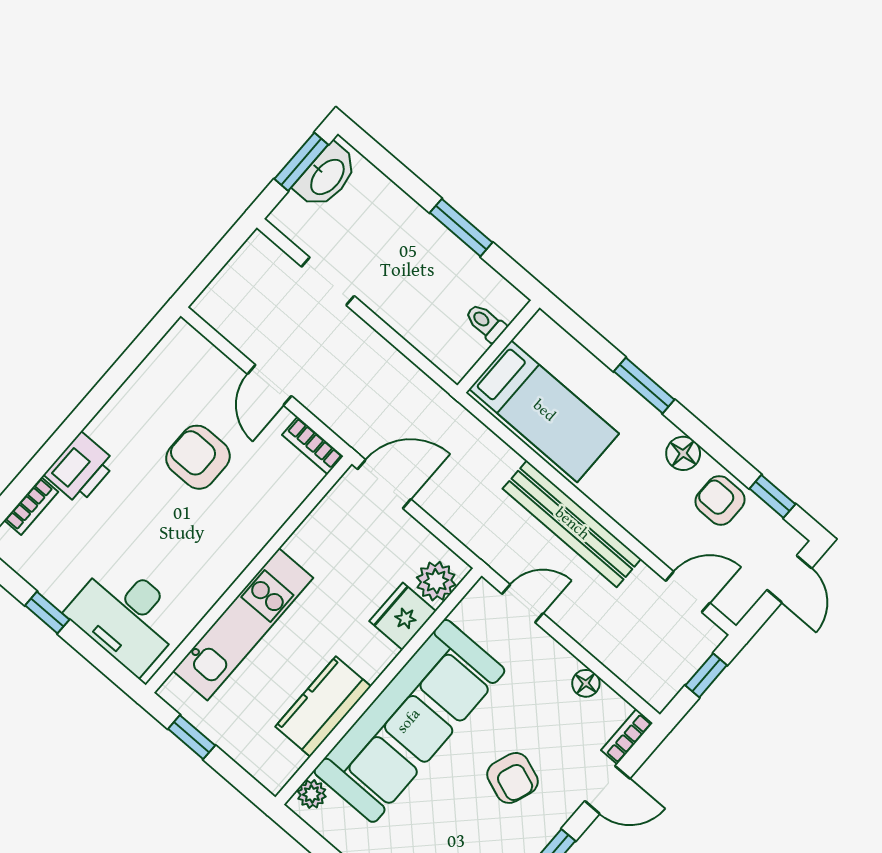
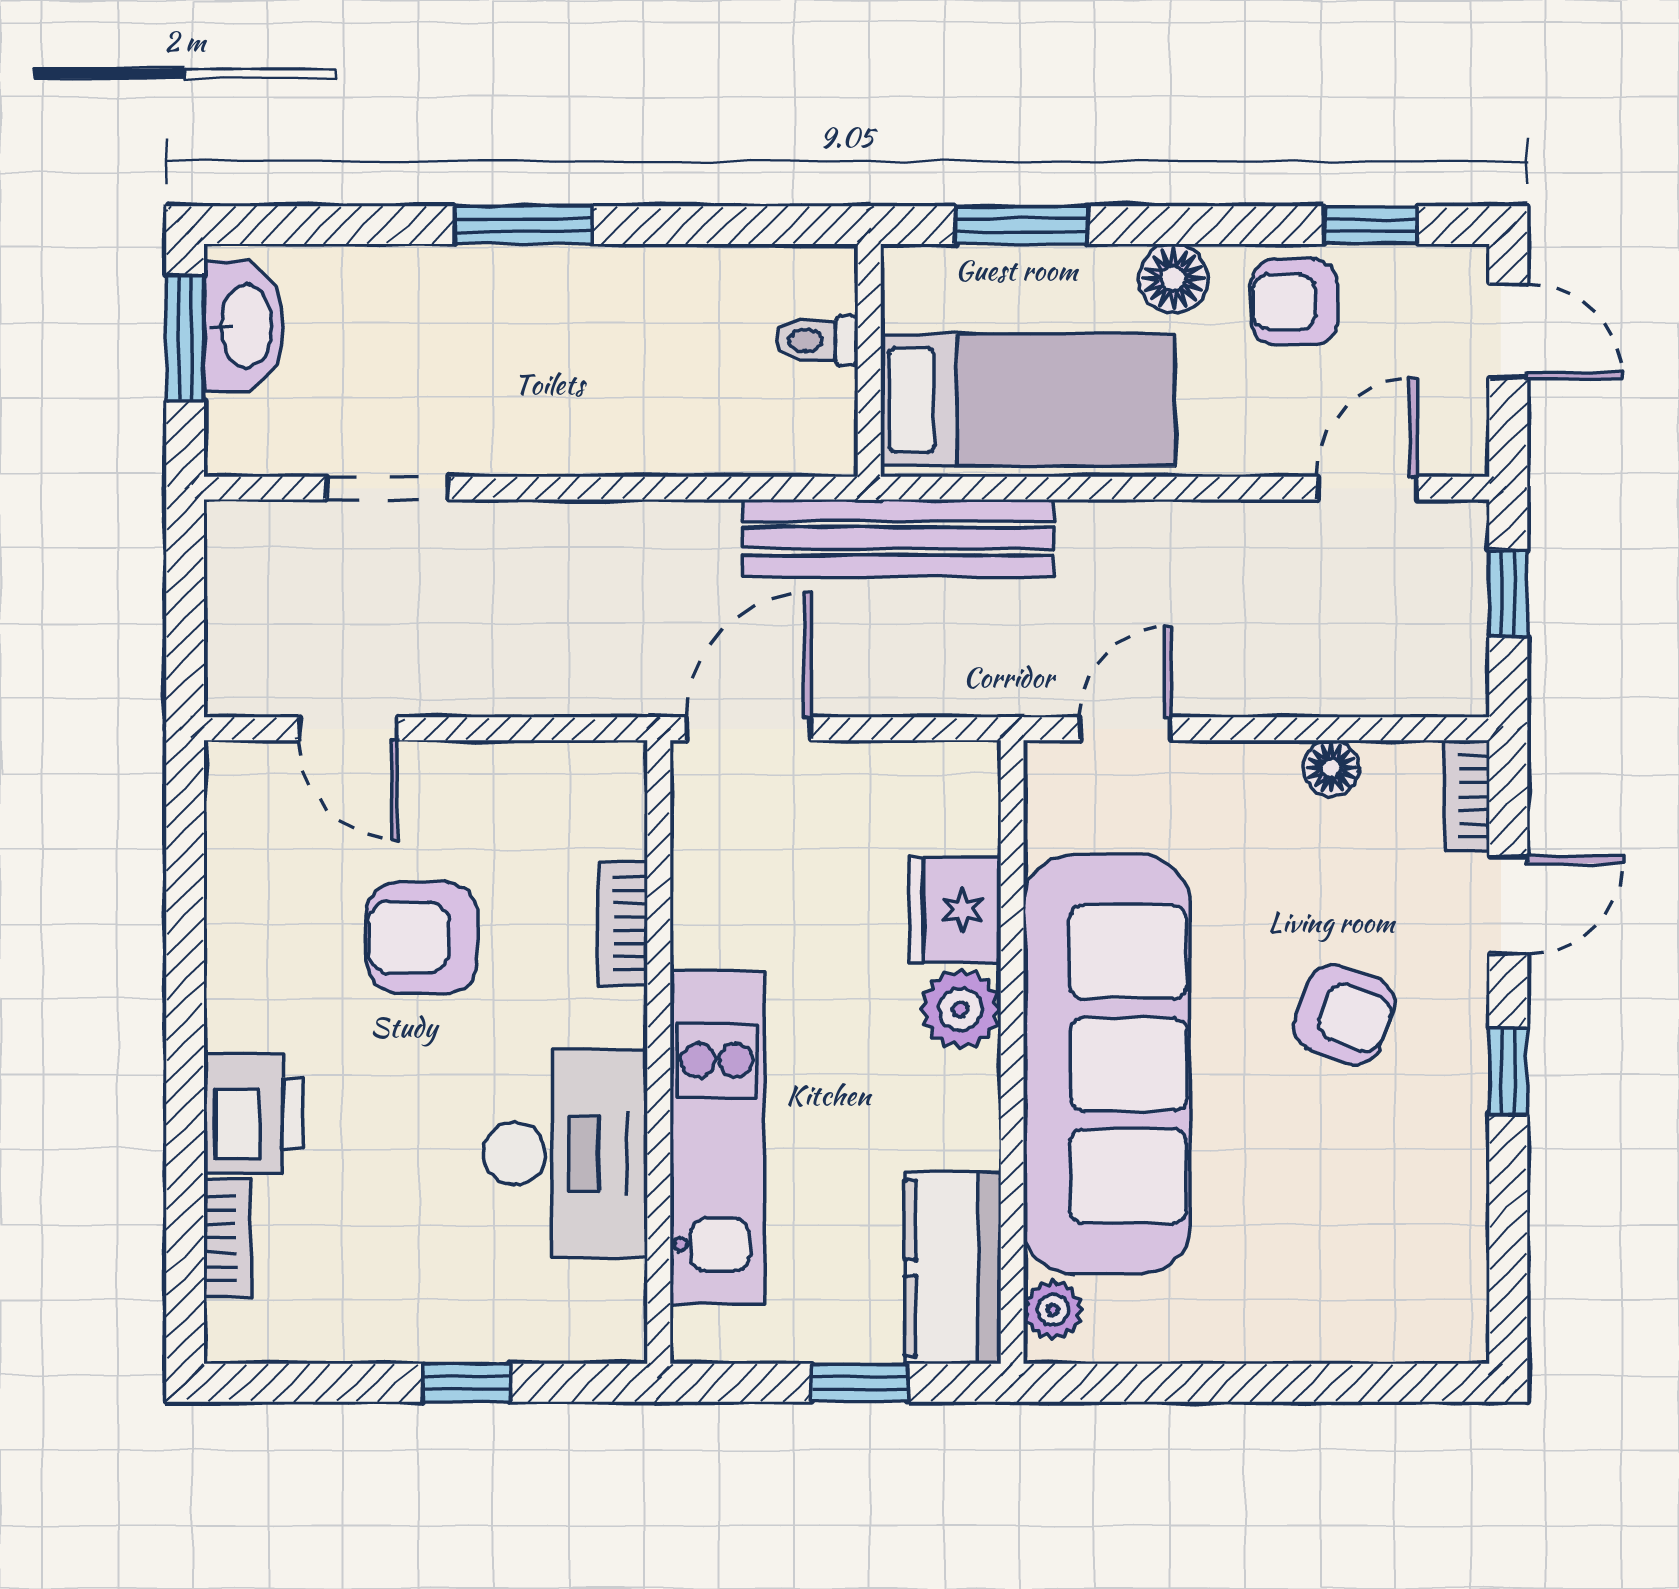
toilet: (486, 323) -> (817, 340), moved
wall: (498, 346) -> (869, 360), moved
door: (269, 385) -> (348, 729), moved
bed: (544, 411) -> (1028, 400), moved
bookcase: (313, 446) -> (623, 923), moved, turned 90
bench: (572, 524) -> (898, 538), moved
plant: (436, 581) -> (960, 1009), moved
window: (47, 612) -> (467, 1383), moved
desk: (126, 616) -> (565, 1153), moved, turned -90
kitchen counter: (323, 707) -> (953, 1268), moved
window: (192, 737) -> (860, 1383), moved

